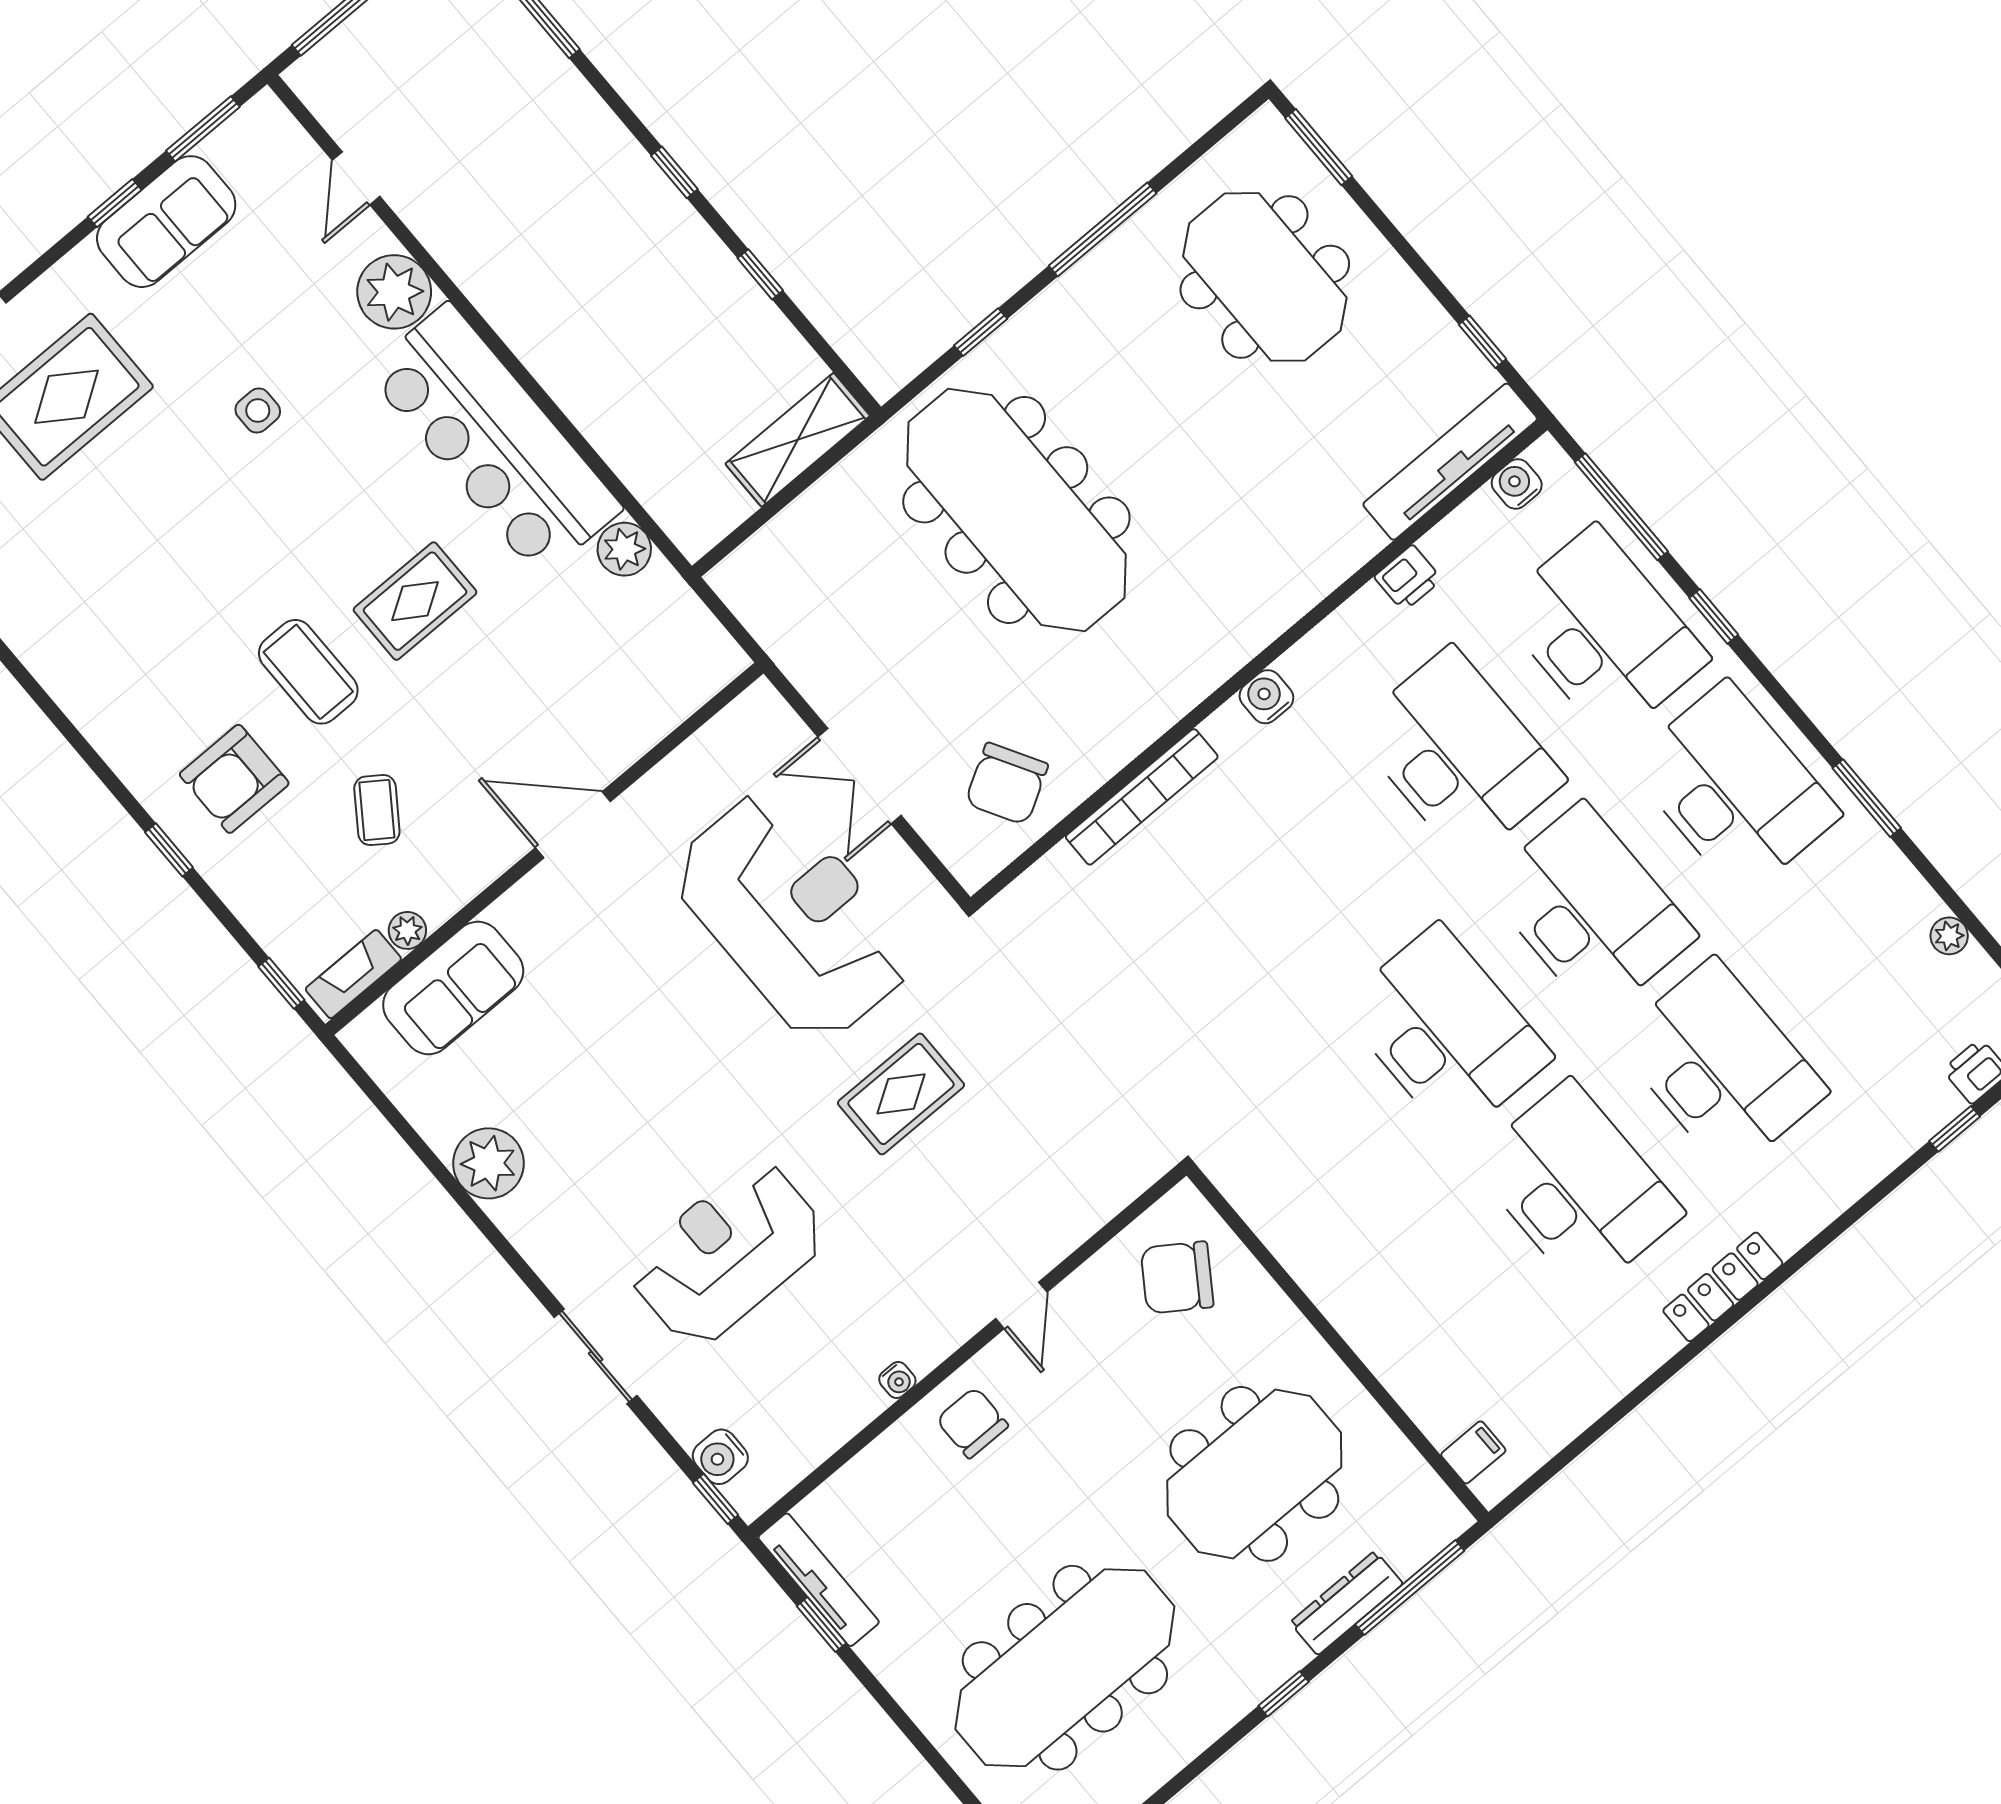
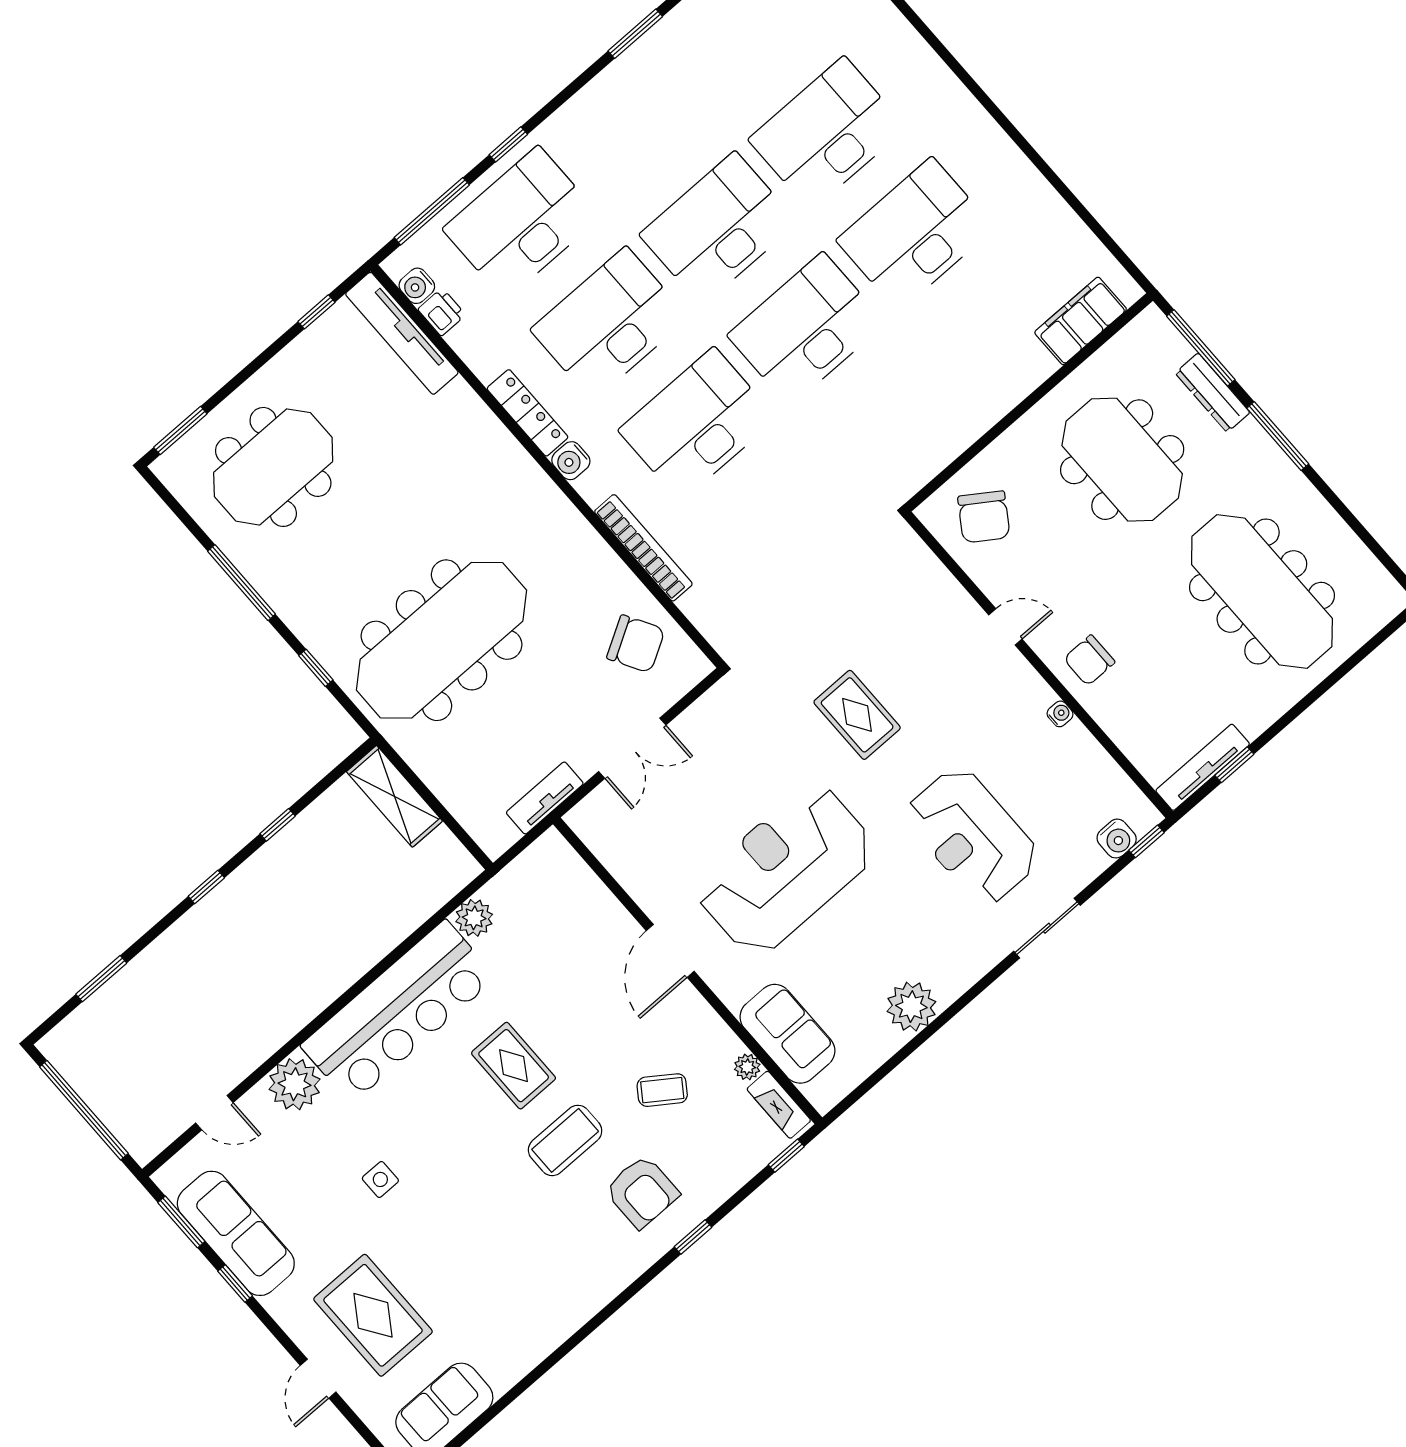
sofa: (166, 222) -> (236, 1233), width x1.36
printer: (1408, 578) -> (442, 312), moved
tv unit: (792, 652) -> (545, 798), added
desk: (1734, 789) -> (697, 424), moved
reception desk: (792, 916) -> (785, 870), moved
locker: (1723, 1287) -> (528, 413), moved, turned 180
filing cabinet: (1473, 1452) -> (1081, 321), width x3.00, depth x1.17
window: (1284, 1694) -> (1278, 436), width x2.17

